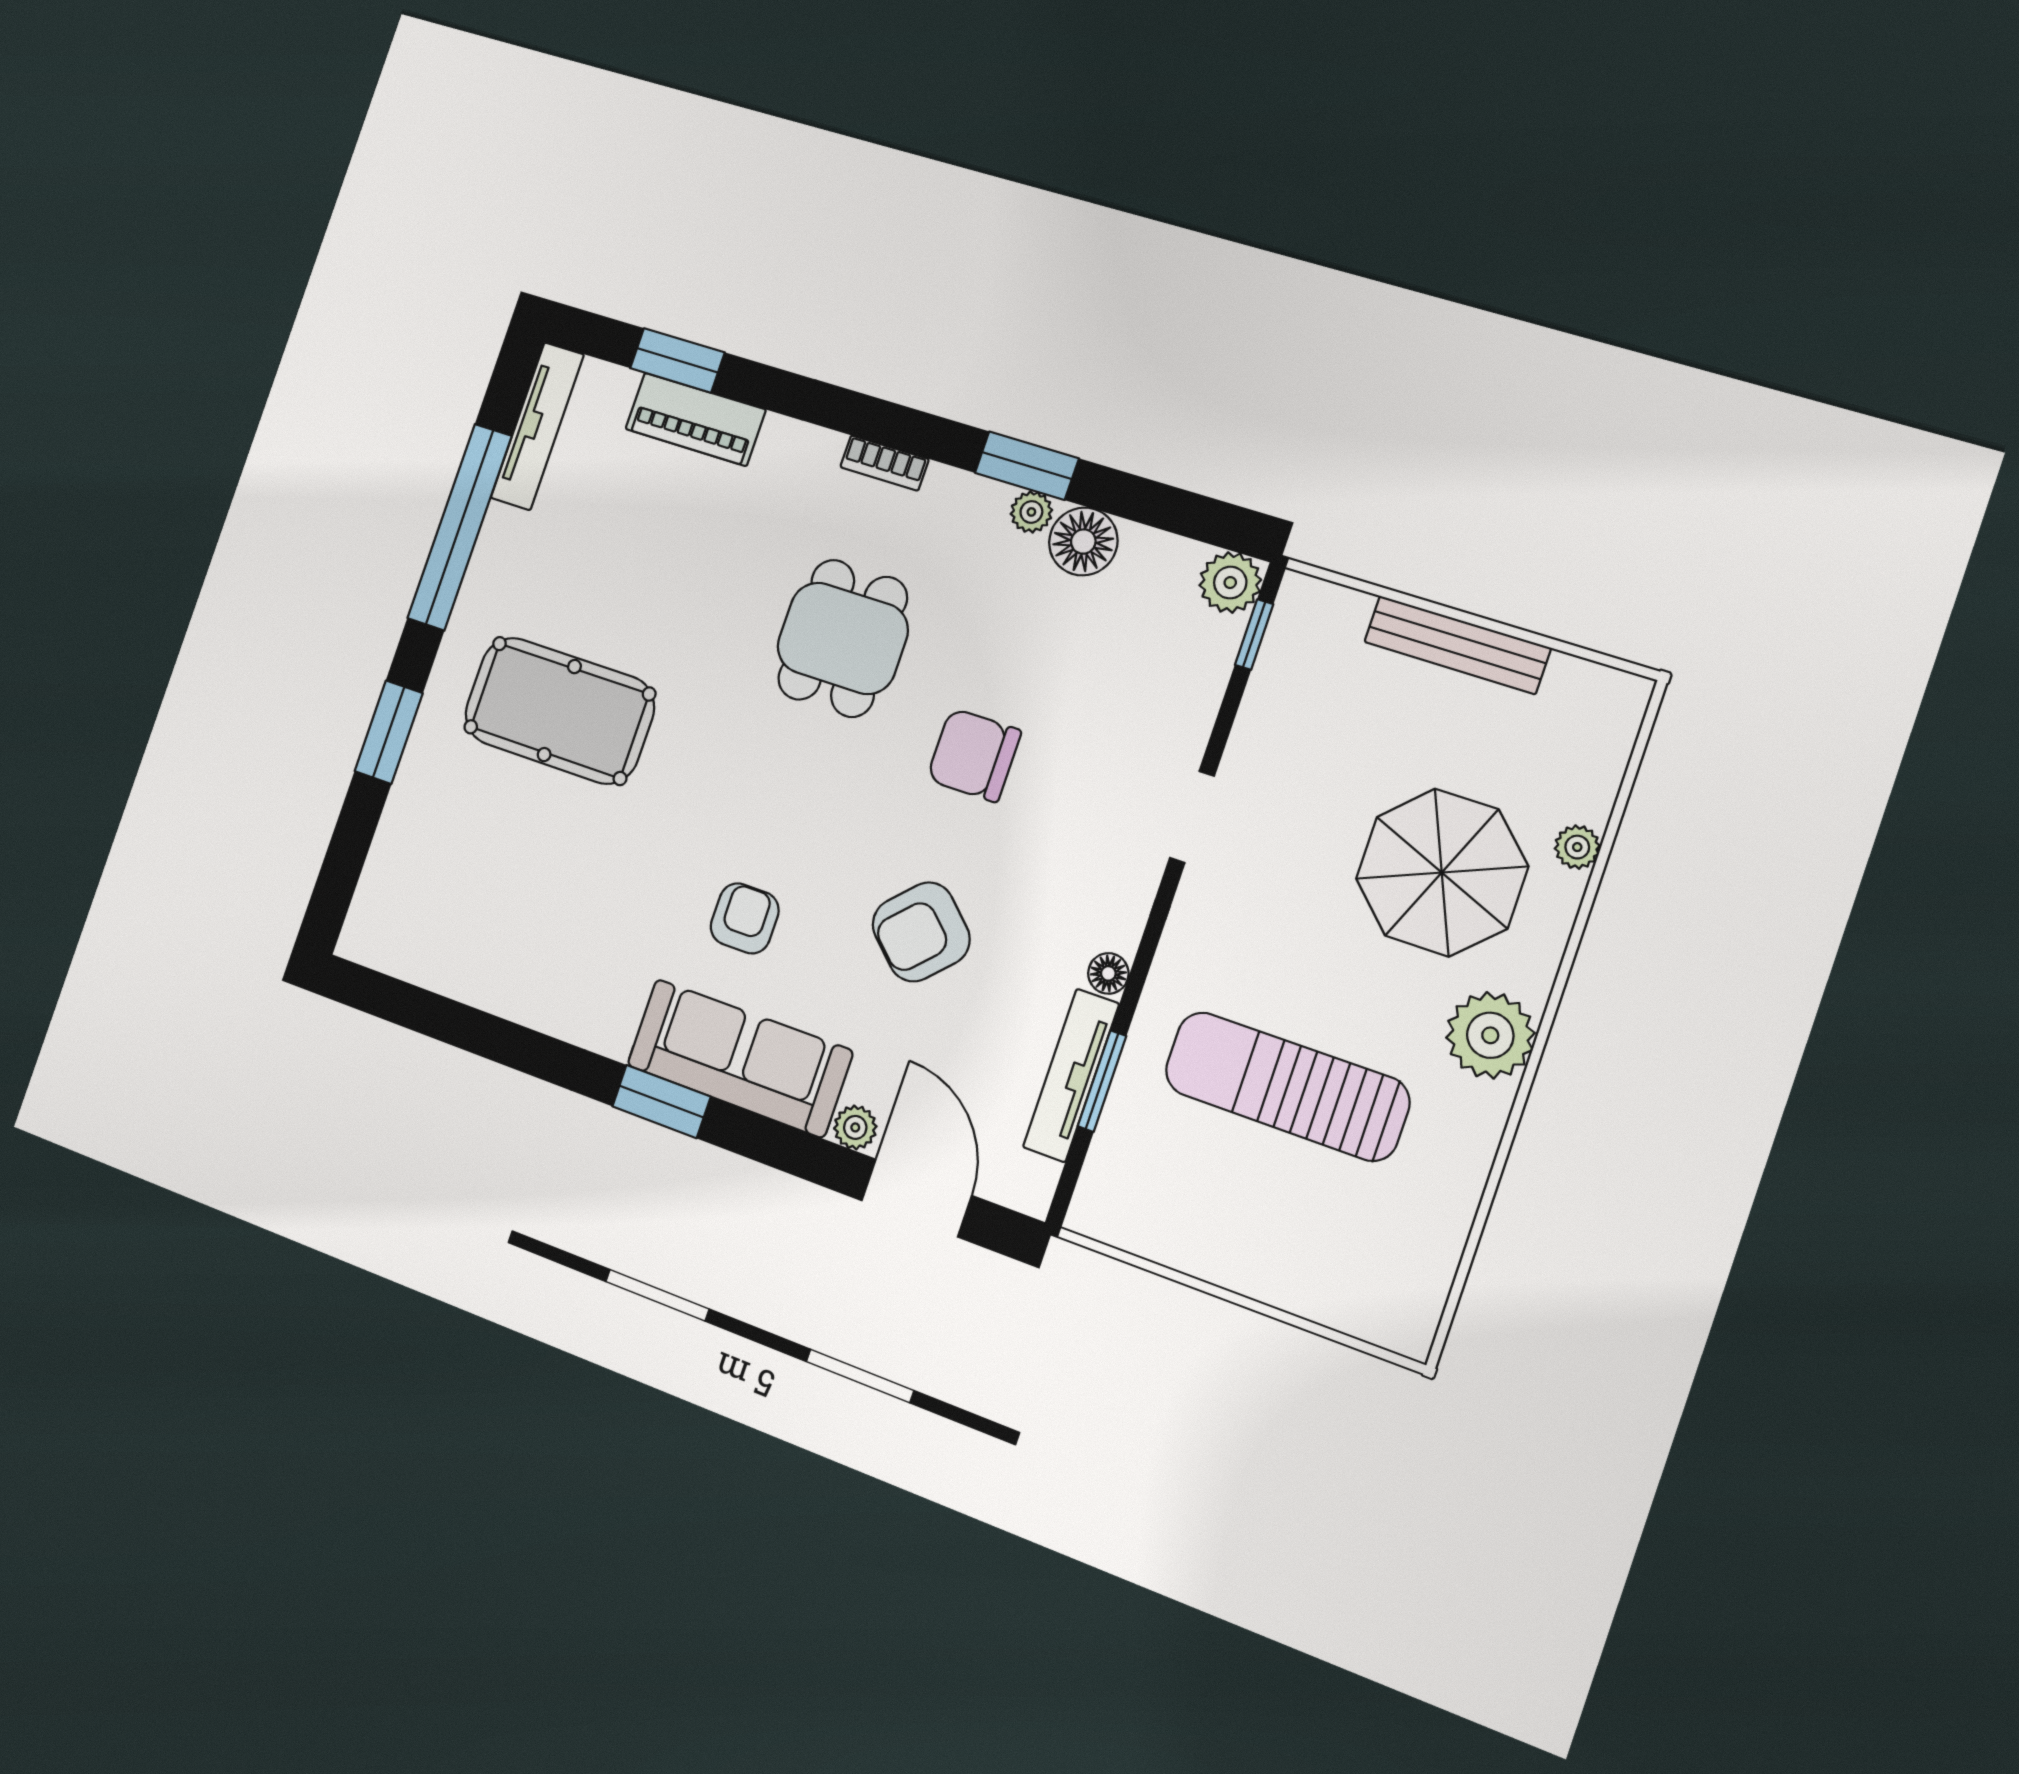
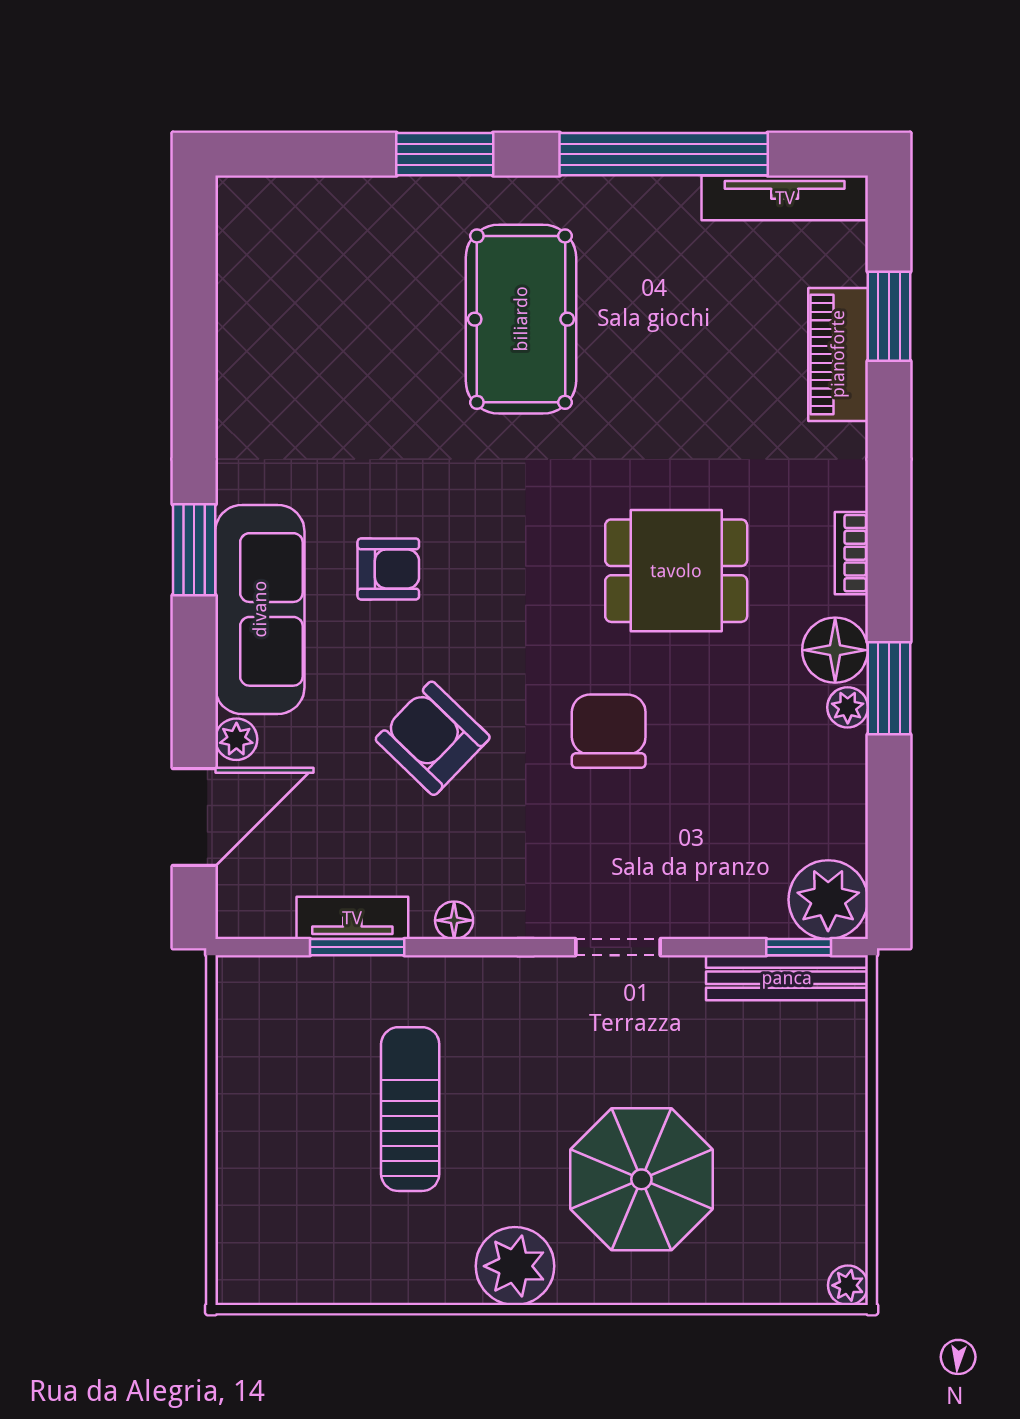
floor lamp: (1083, 542) -> (835, 650), moved
plant: (1230, 583) -> (828, 900), width x1.36, depth x1.36
bench: (1457, 645) -> (787, 978), moved, turned 90
plant: (1577, 847) -> (848, 1285), moved
tv unit: (1071, 1075) -> (352, 918), width x0.71
sun lounger: (1287, 1086) -> (410, 1109), width x0.73, depth x0.75

